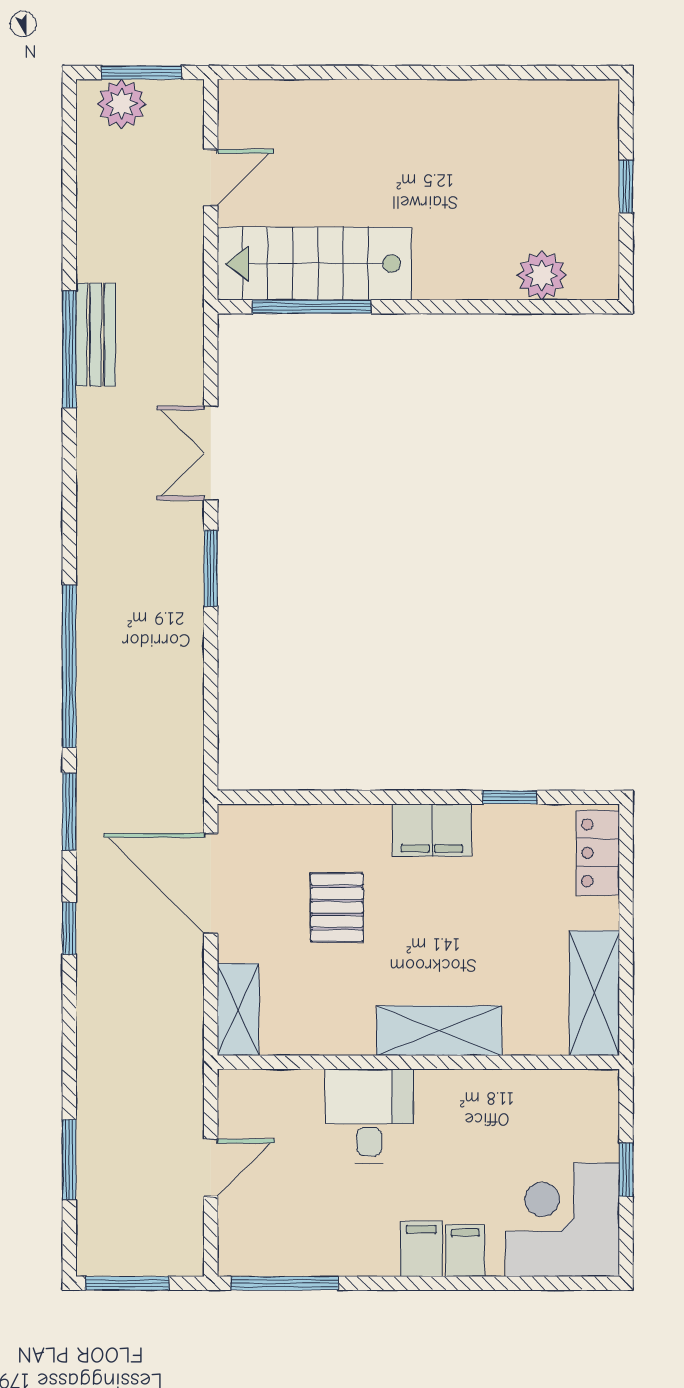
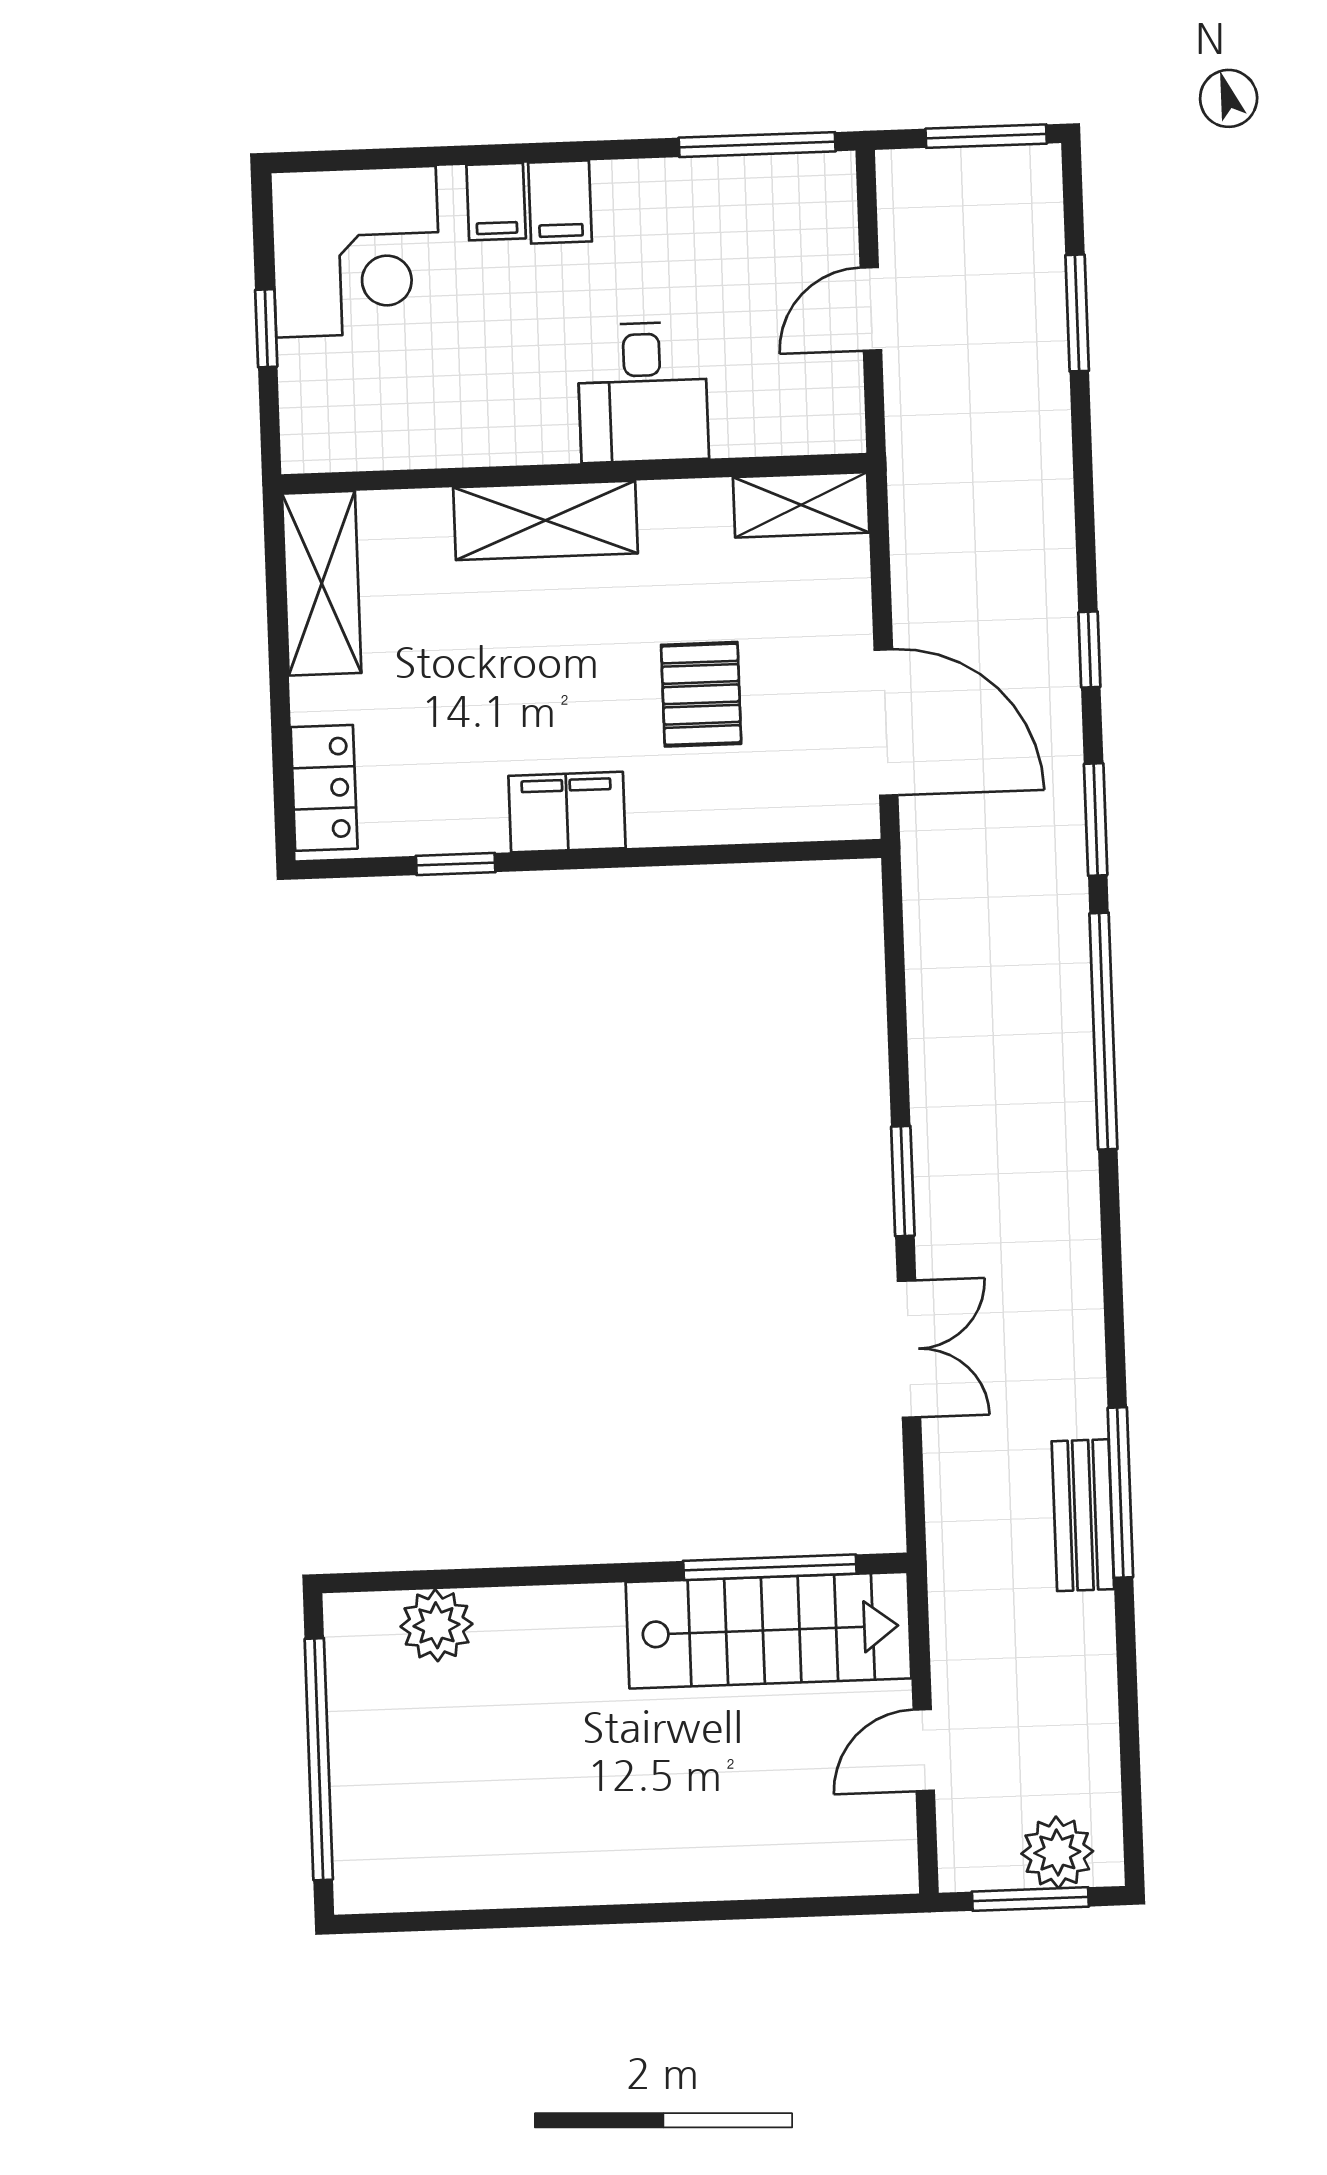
window: (626, 186) -> (319, 1759), width x3.17
shelving: (238, 1010) -> (801, 505), moved, turned 90

